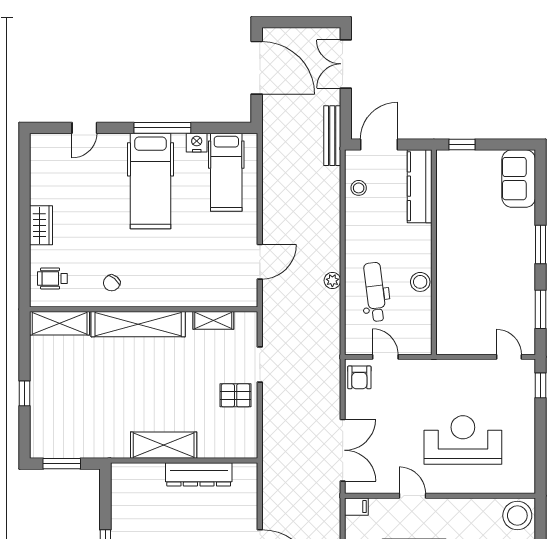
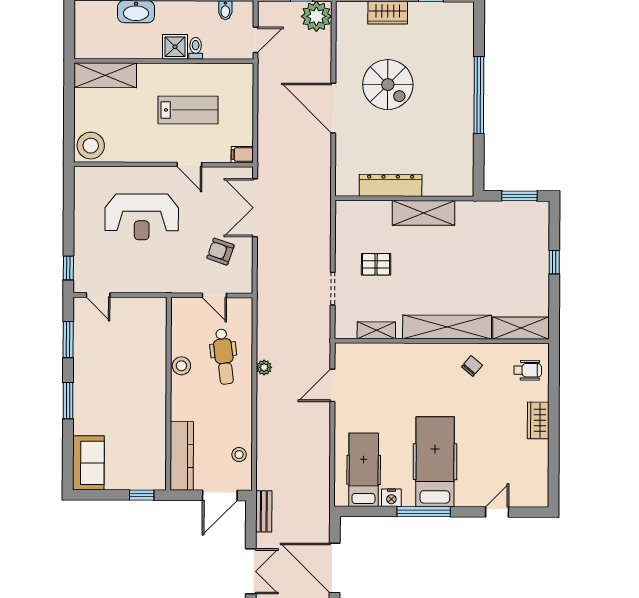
bench: (332, 136) -> (264, 511), width x0.73
armchair: (359, 377) -> (220, 252), moved, turned -71
pallet: (236, 395) -> (376, 264), moved

